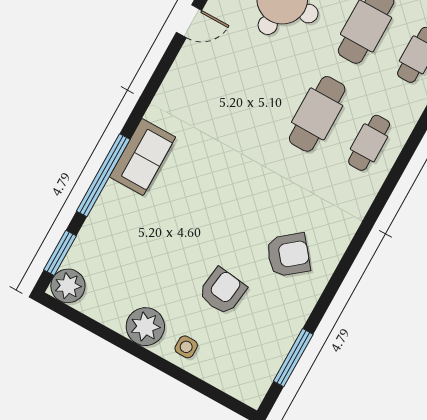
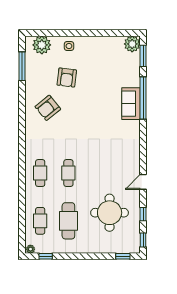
cafe table: (317, 114) -> (68, 173), width x0.73, depth x0.74
sofa: (143, 157) -> (131, 104), moved
plant: (145, 327) -> (42, 45), moved

